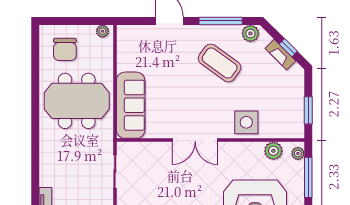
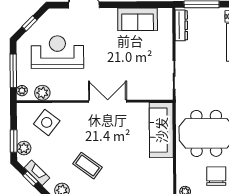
coffee table: (220, 63) -> (88, 166), width x0.73, depth x0.76
plant: (296, 84) -> (24, 148), added
window: (308, 110) -> (14, 141), moved
side table: (246, 122) -> (47, 122), moved, turned 38

